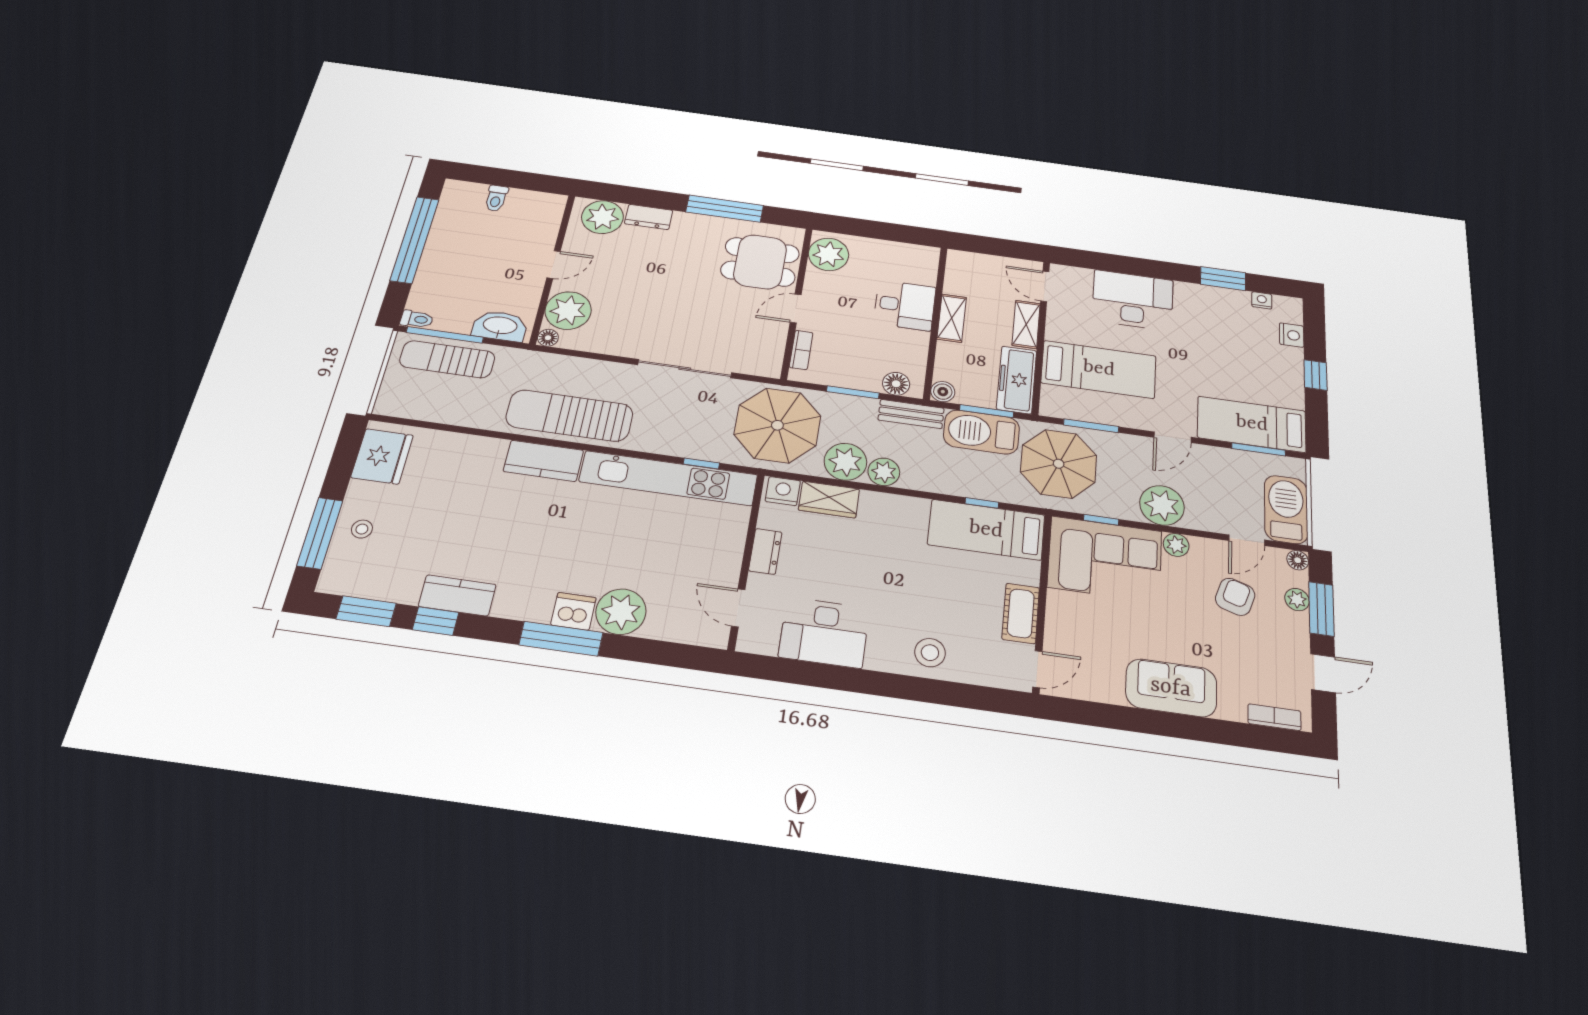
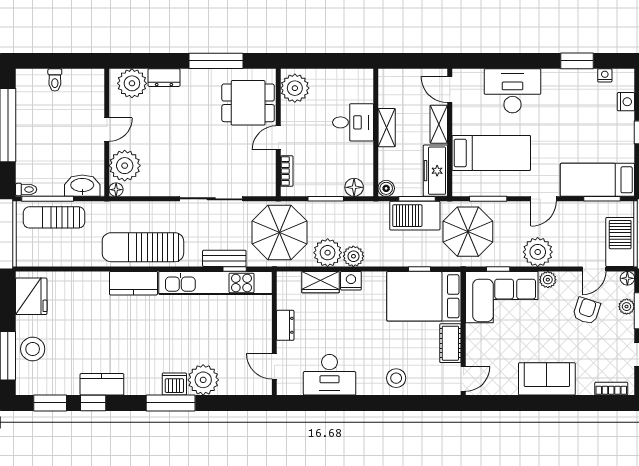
bench: (911, 414) -> (224, 258), moved
nightstand: (783, 491) -> (351, 281), moved
stool: (362, 529) -> (33, 349), width x1.89, depth x1.89
bed: (986, 530) -> (424, 296), width x1.50

